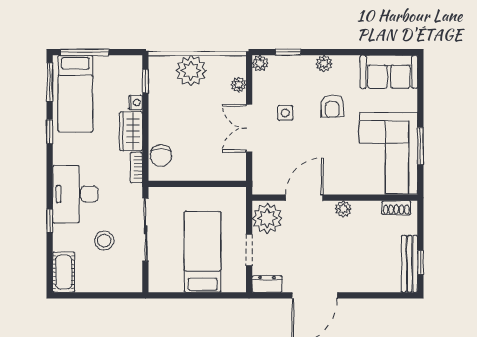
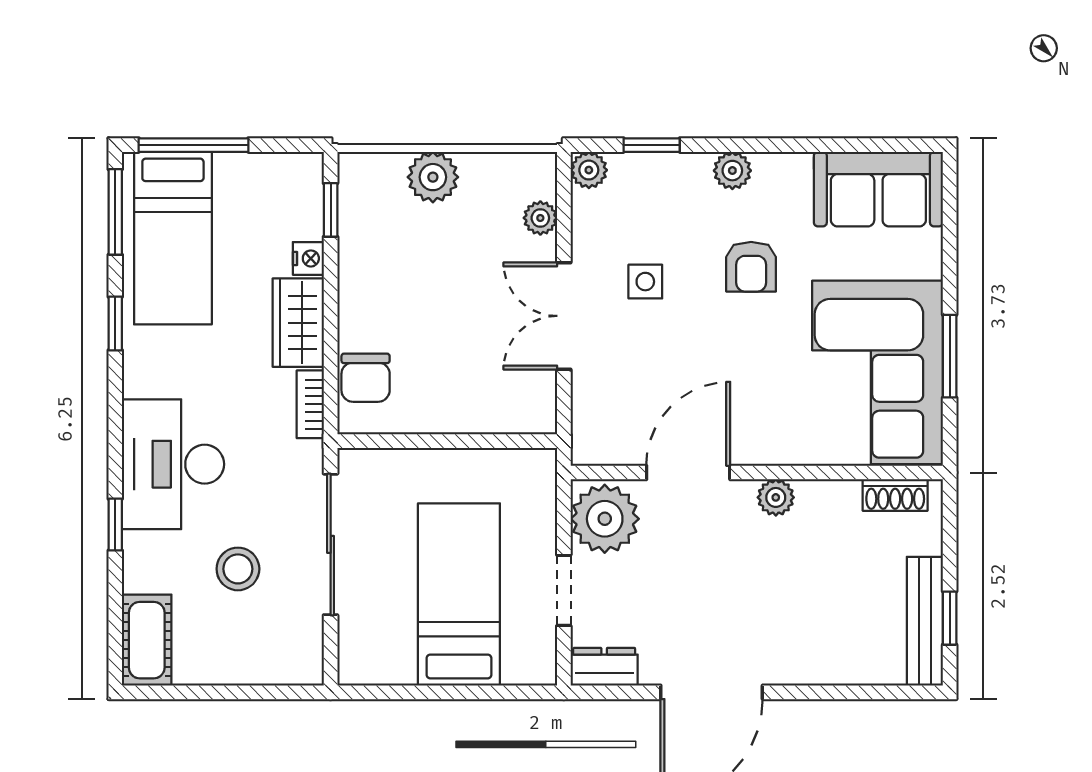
plant: (191, 71) -> (433, 177), width x0.73, depth x0.73

